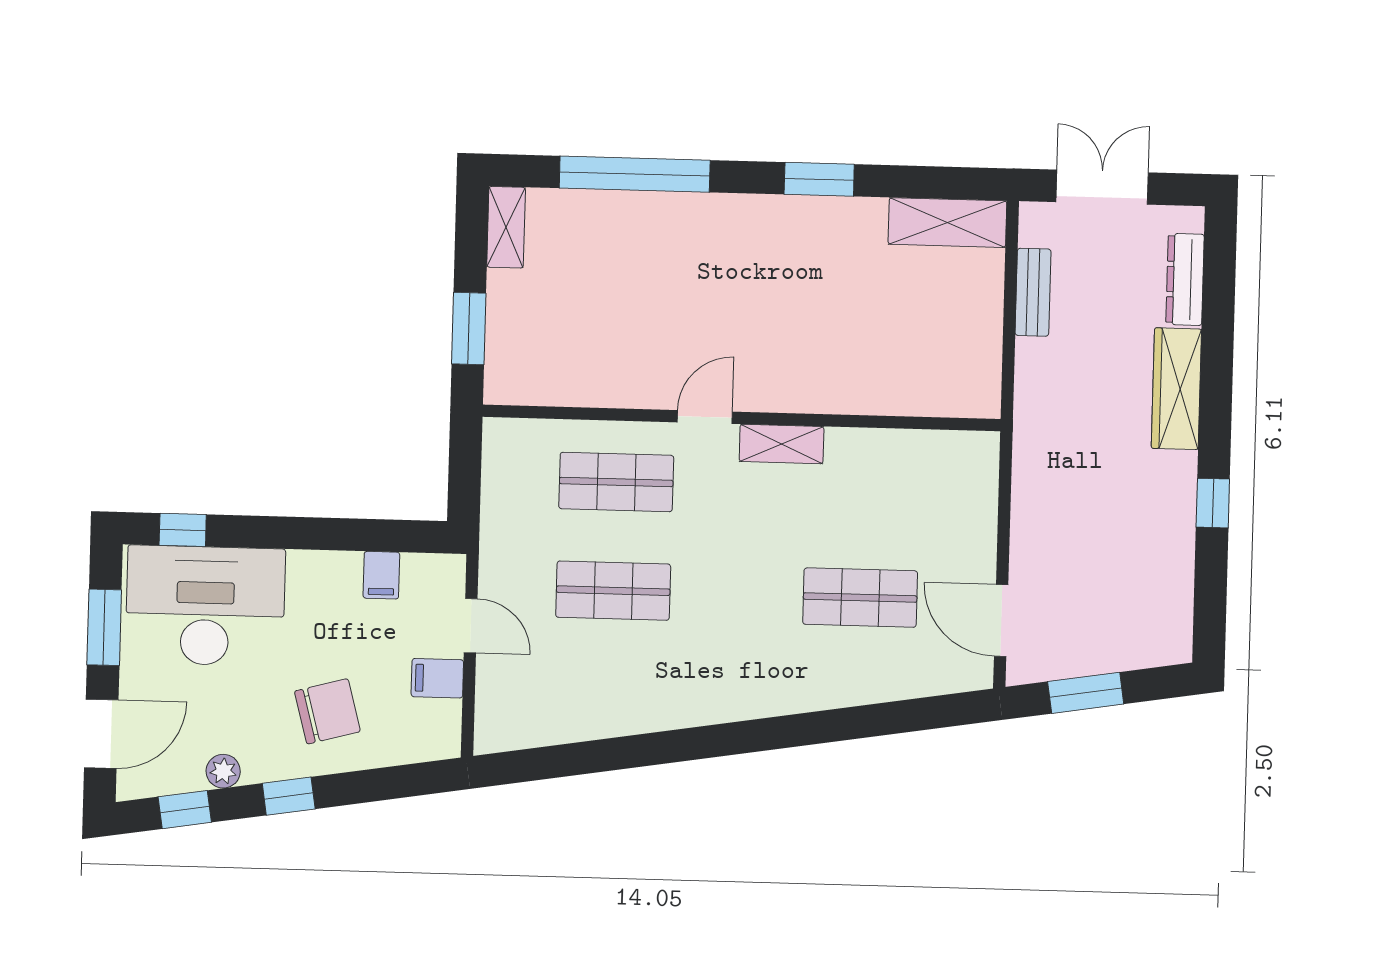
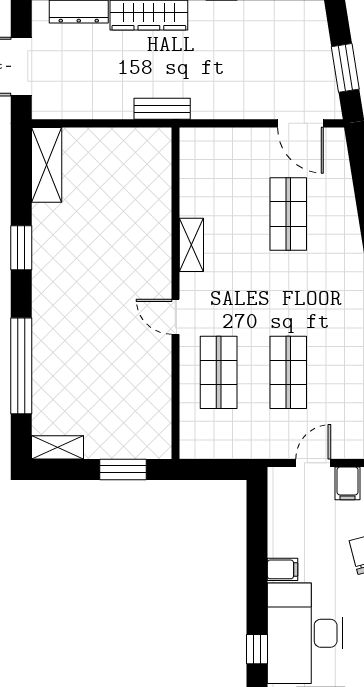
bench: (1033, 292) -> (162, 109), moved
shelving: (782, 444) -> (191, 245), moved
filing cabinet: (381, 575) -> (283, 569), moved
door: (1001, 620) -> (300, 123), hinge flipped

